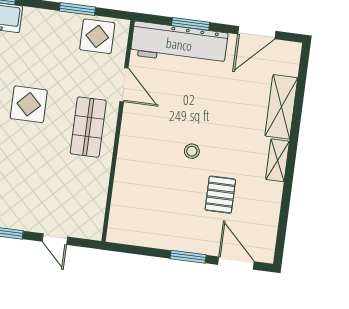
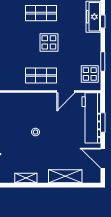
shelving: (277, 160) -> (26, 178), moved
pallet: (220, 195) -> (14, 150), removed

